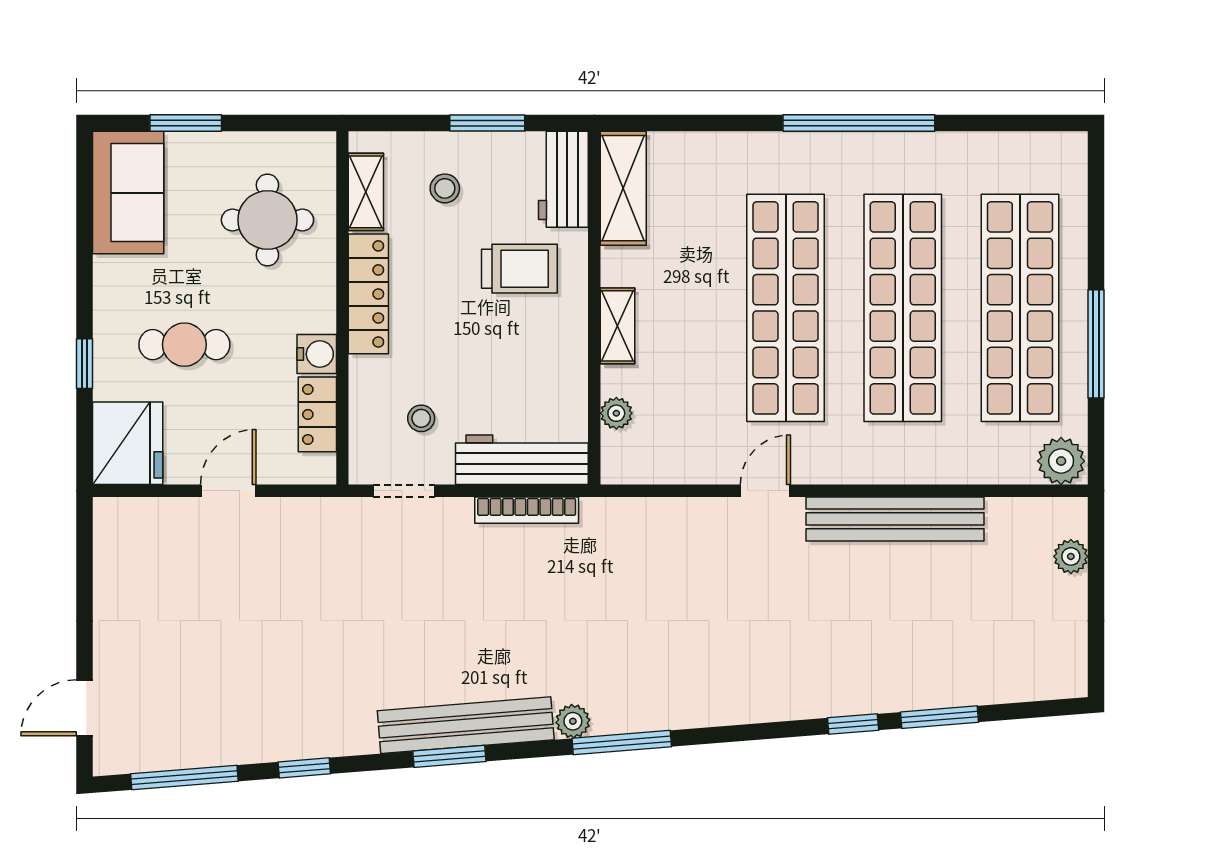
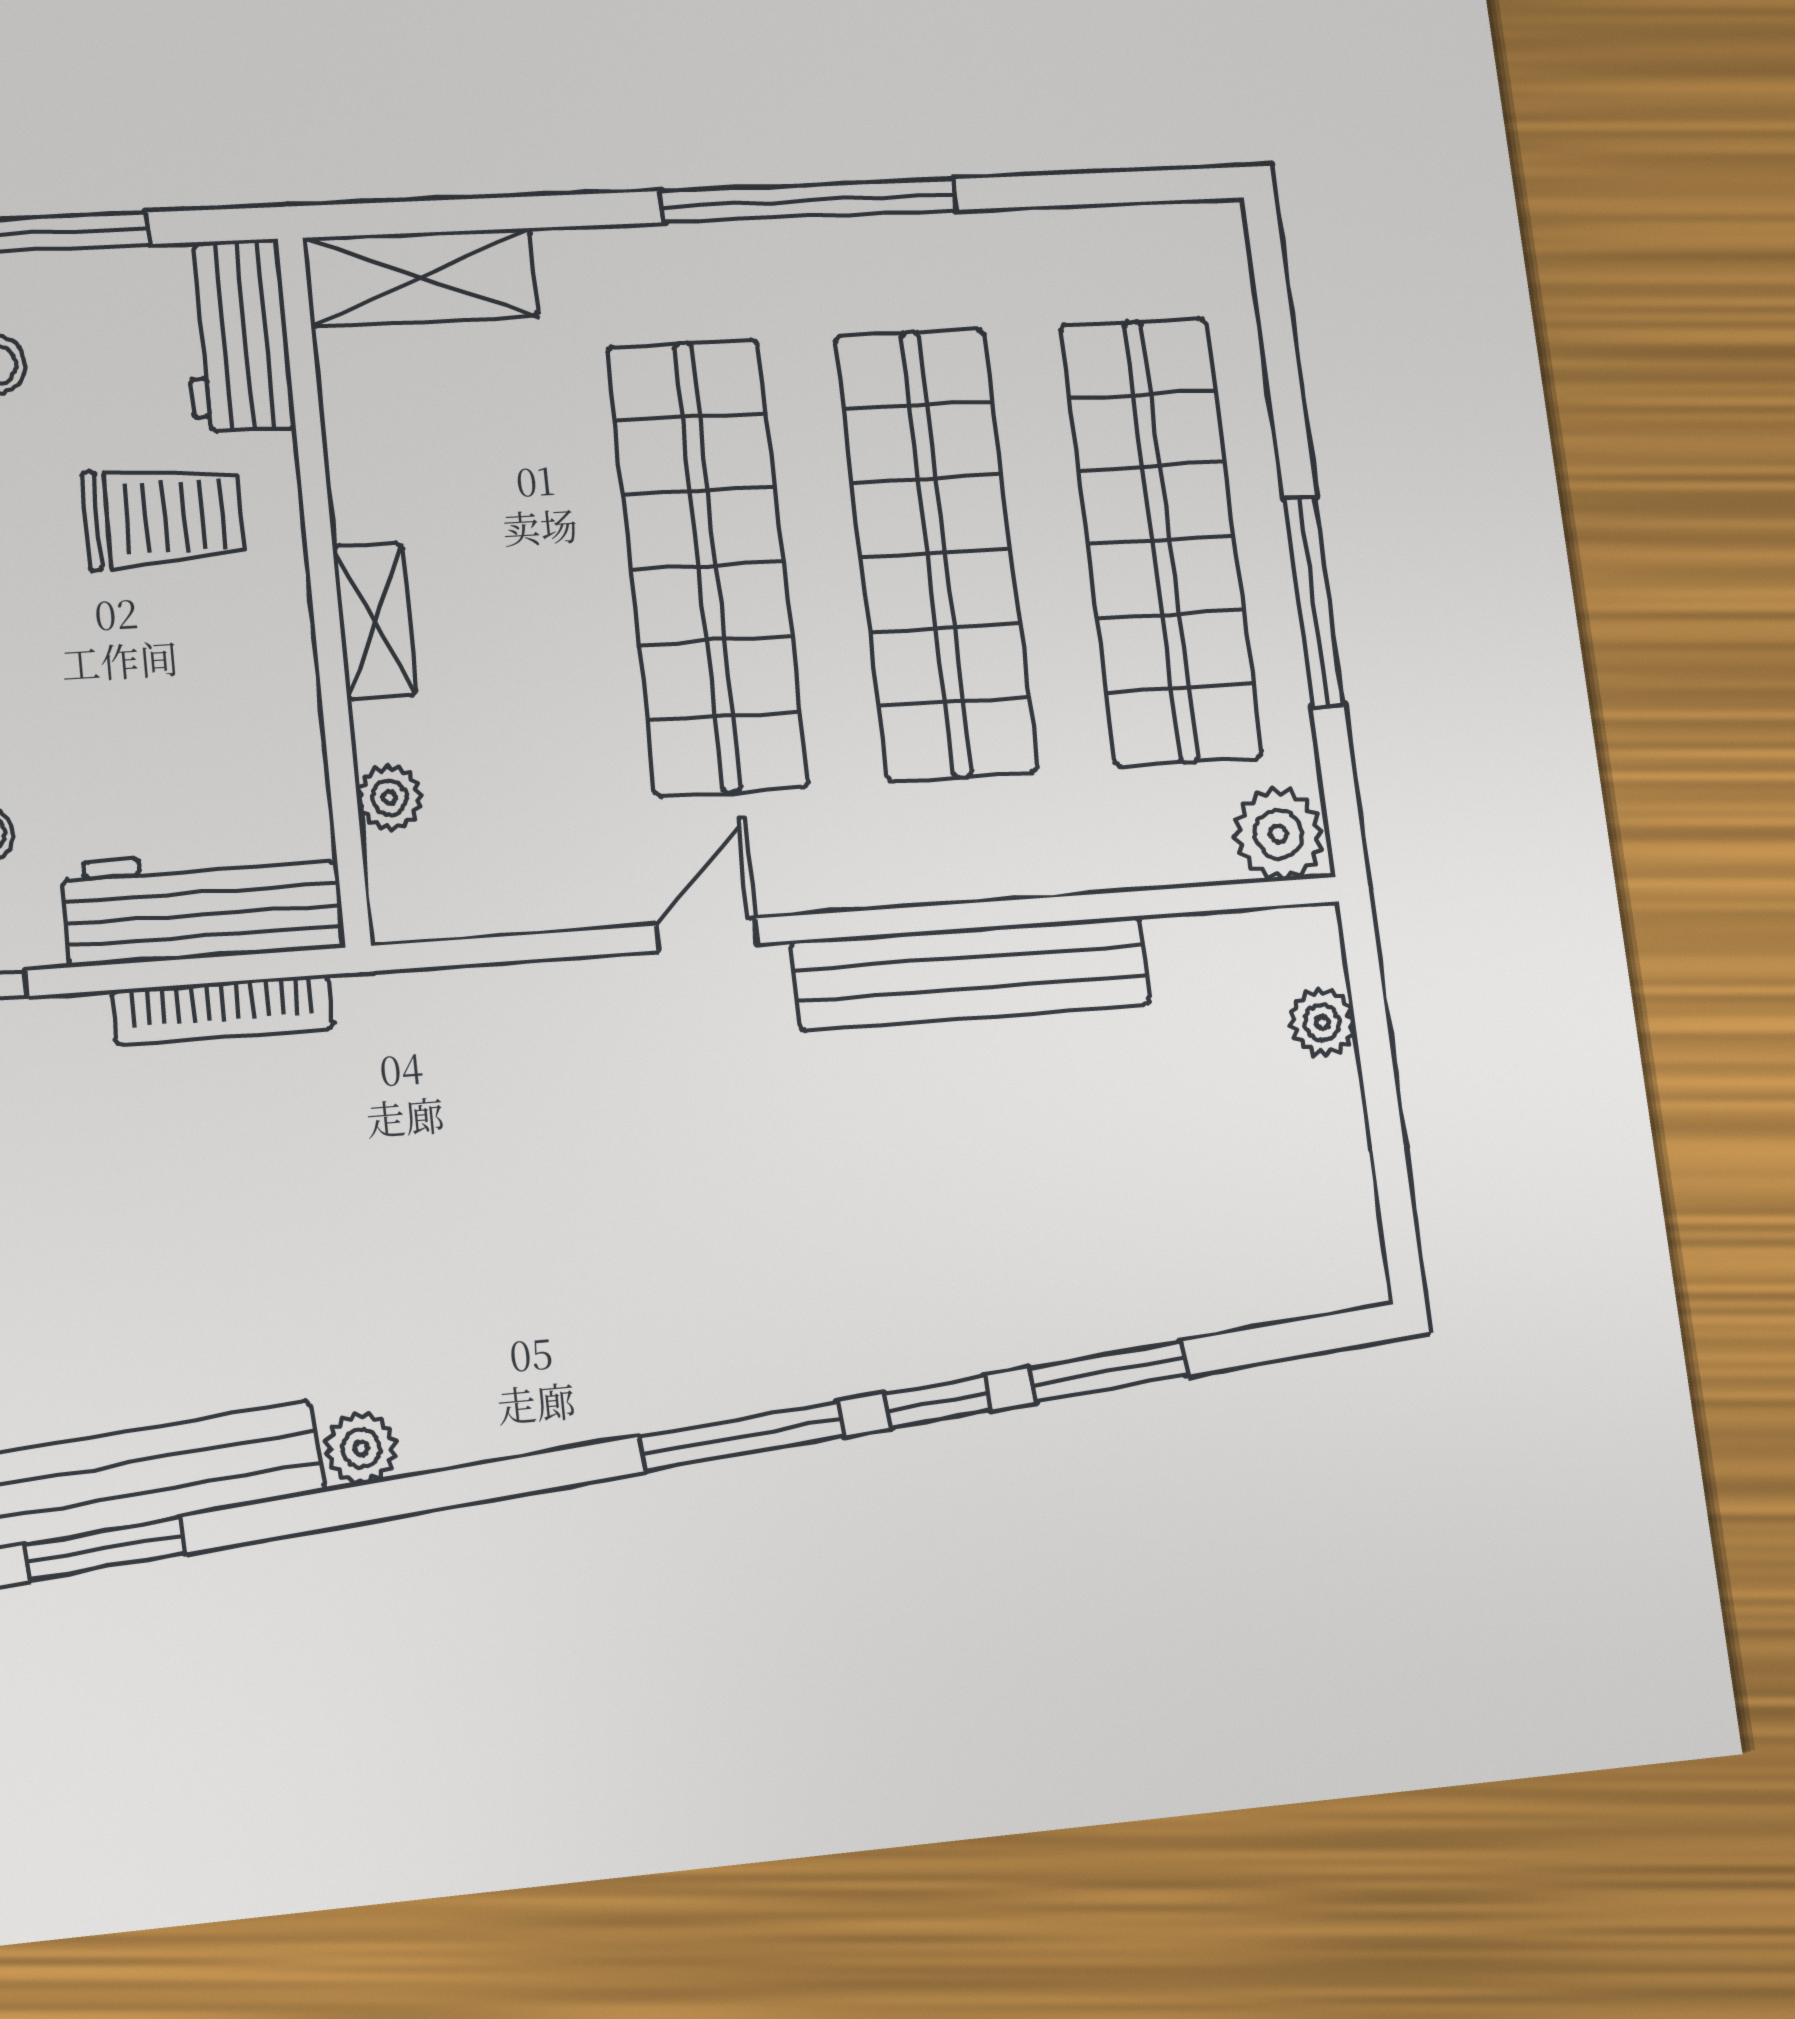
shelving: (623, 188) -> (421, 277), moved, turned 90
window: (622, 743) -> (742, 1436), moved

